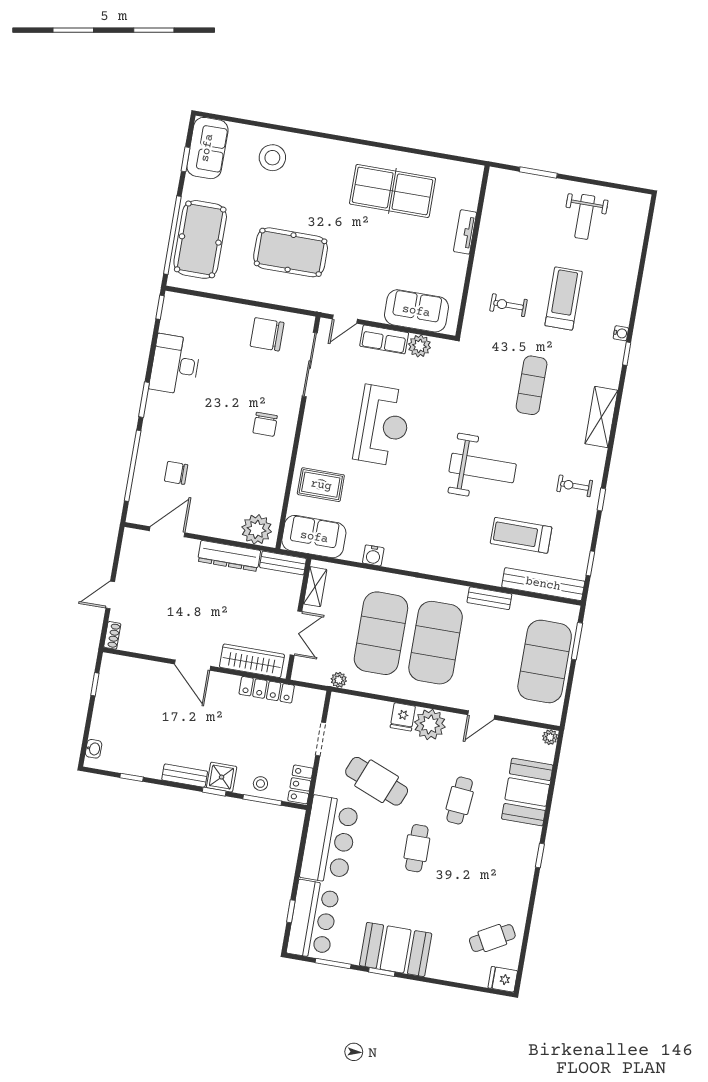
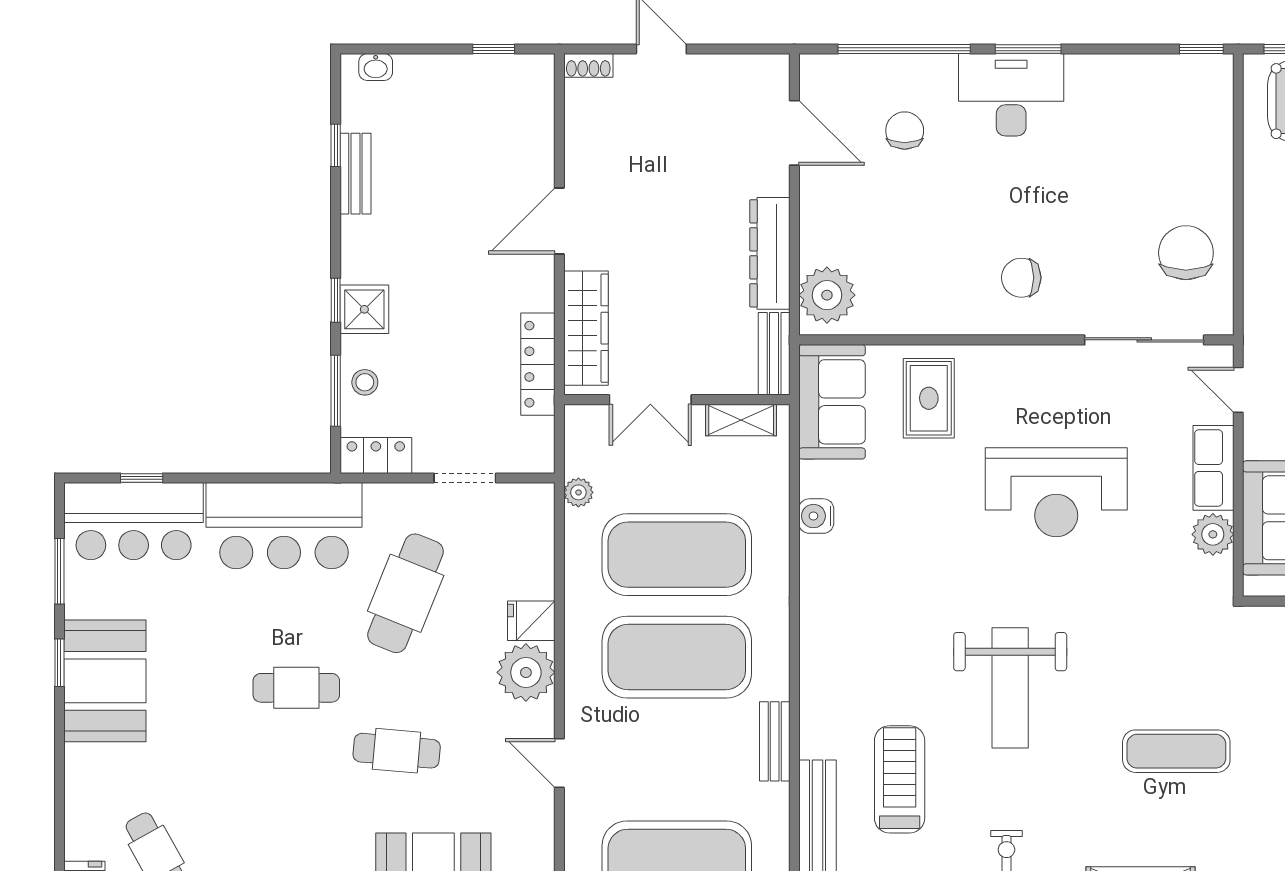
desk: (175, 365) -> (1011, 95), moved
bench: (185, 776) -> (355, 174), moved

